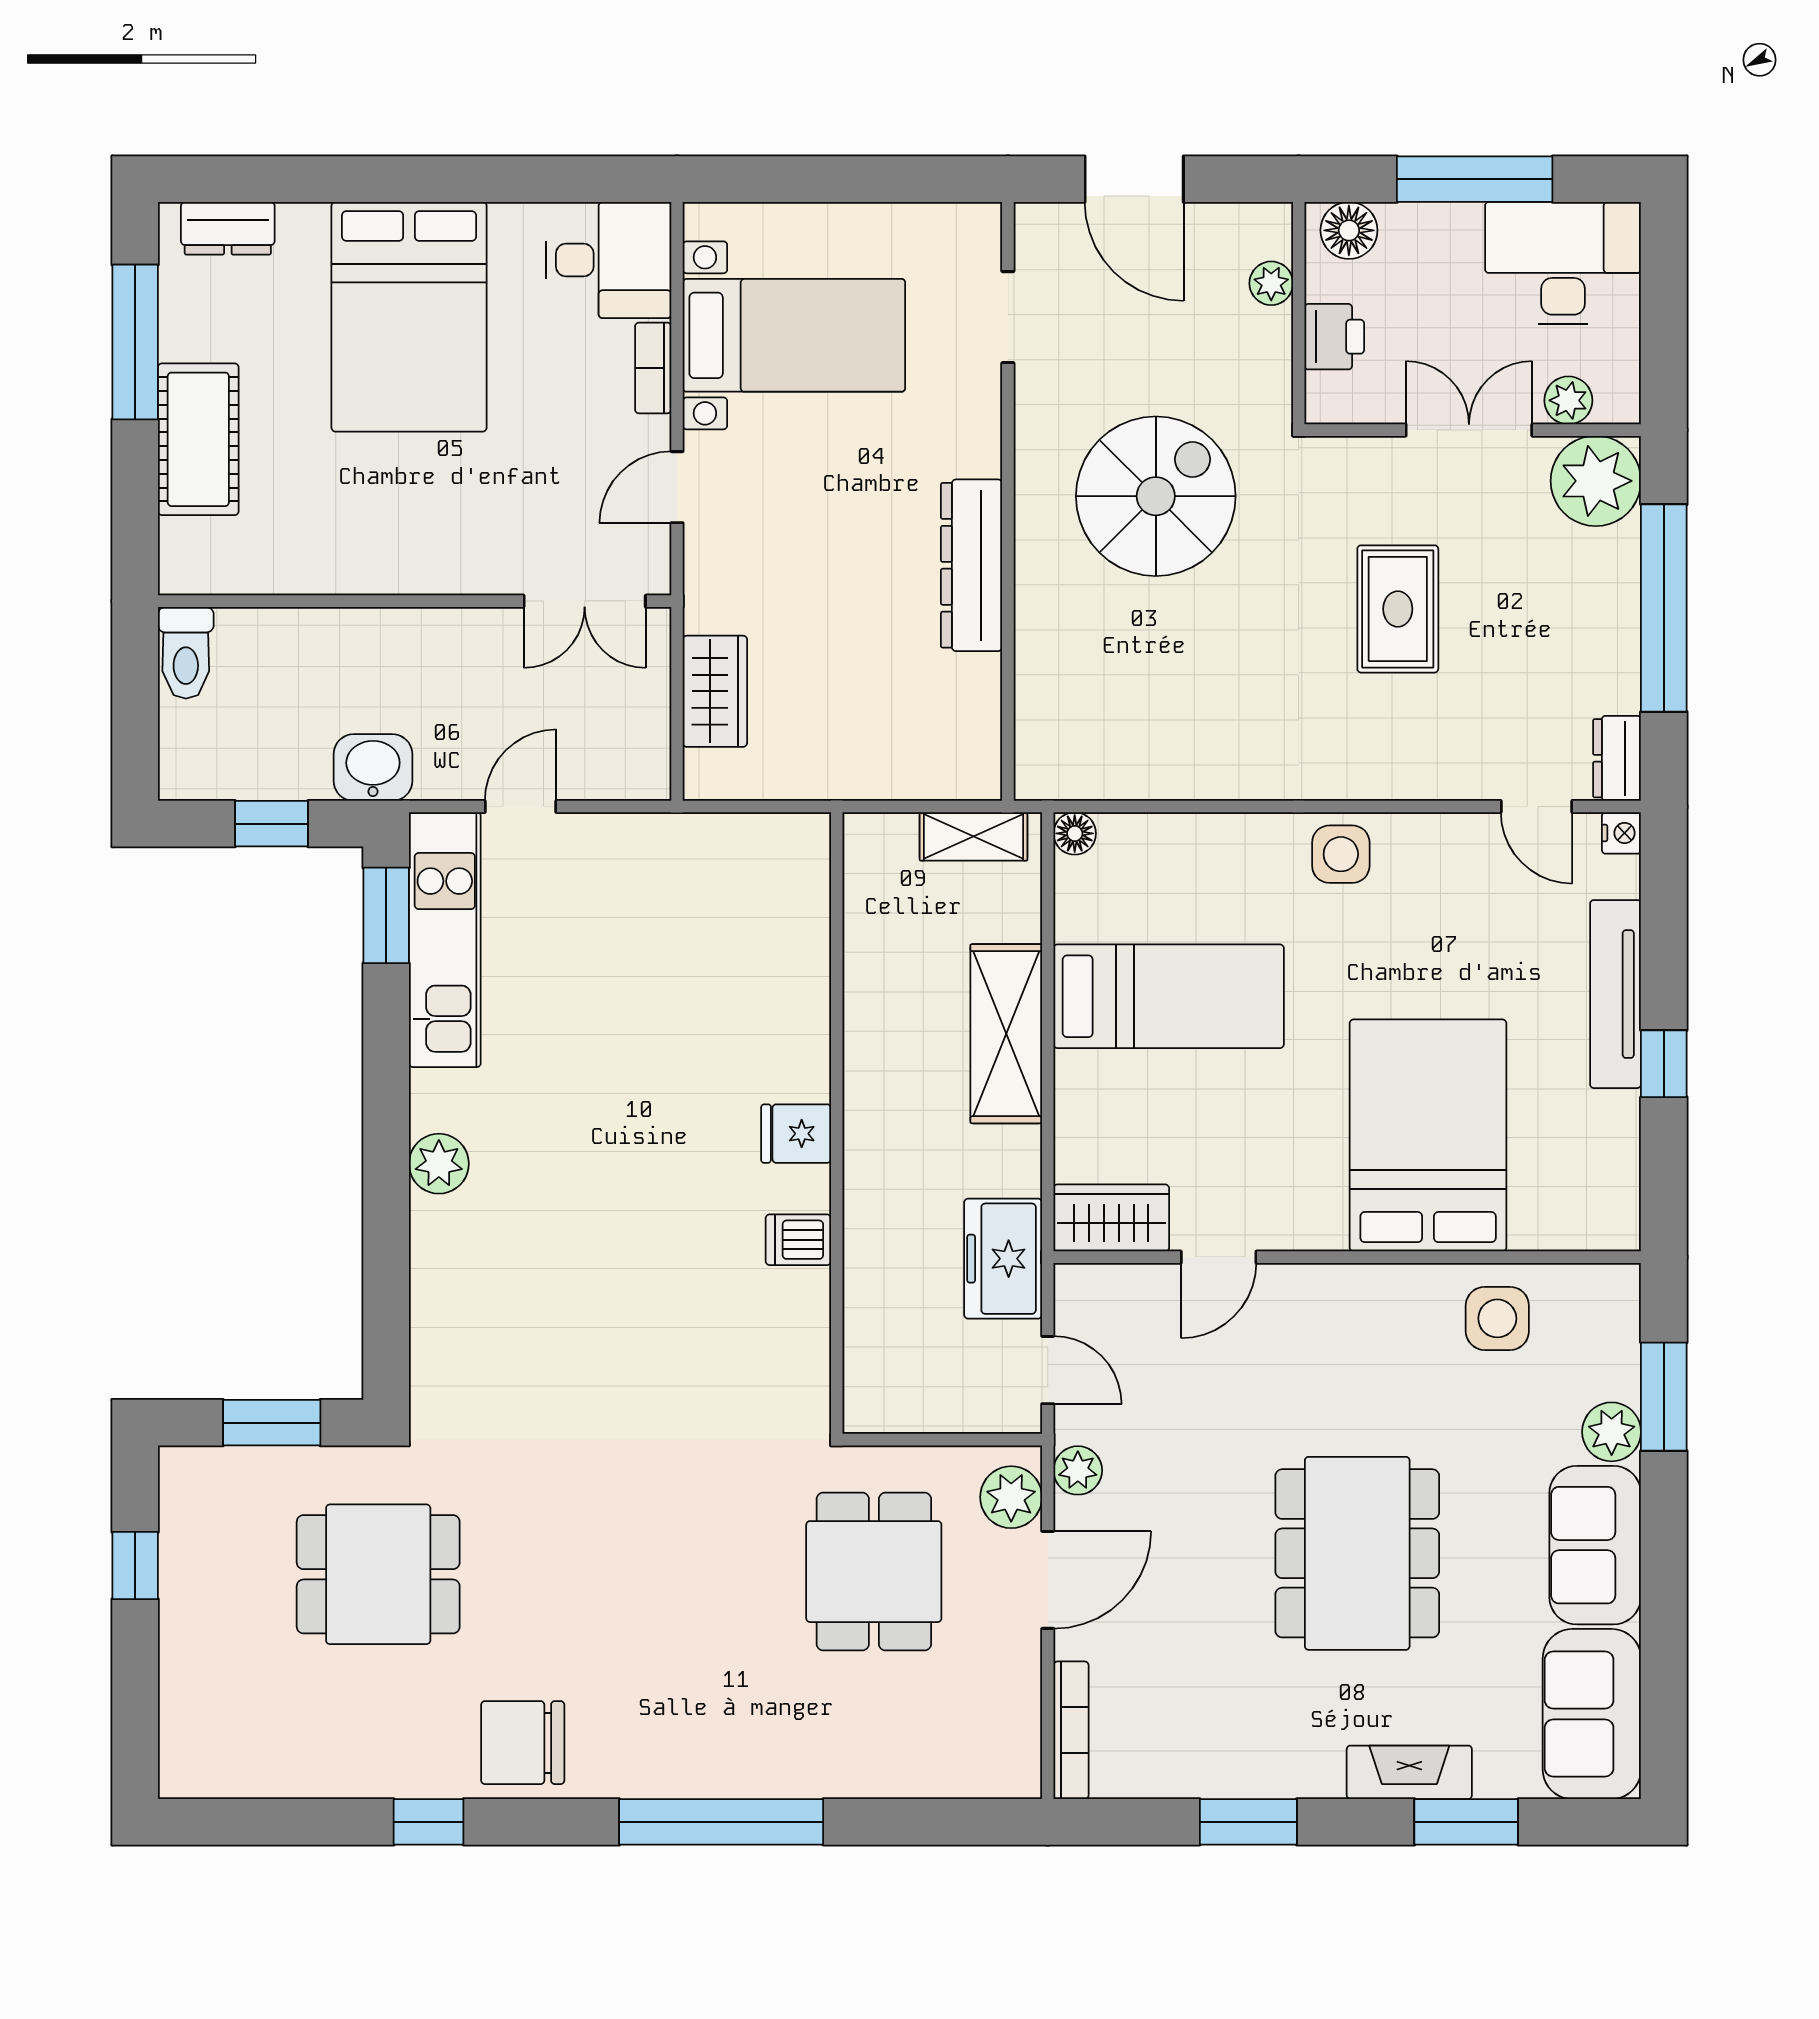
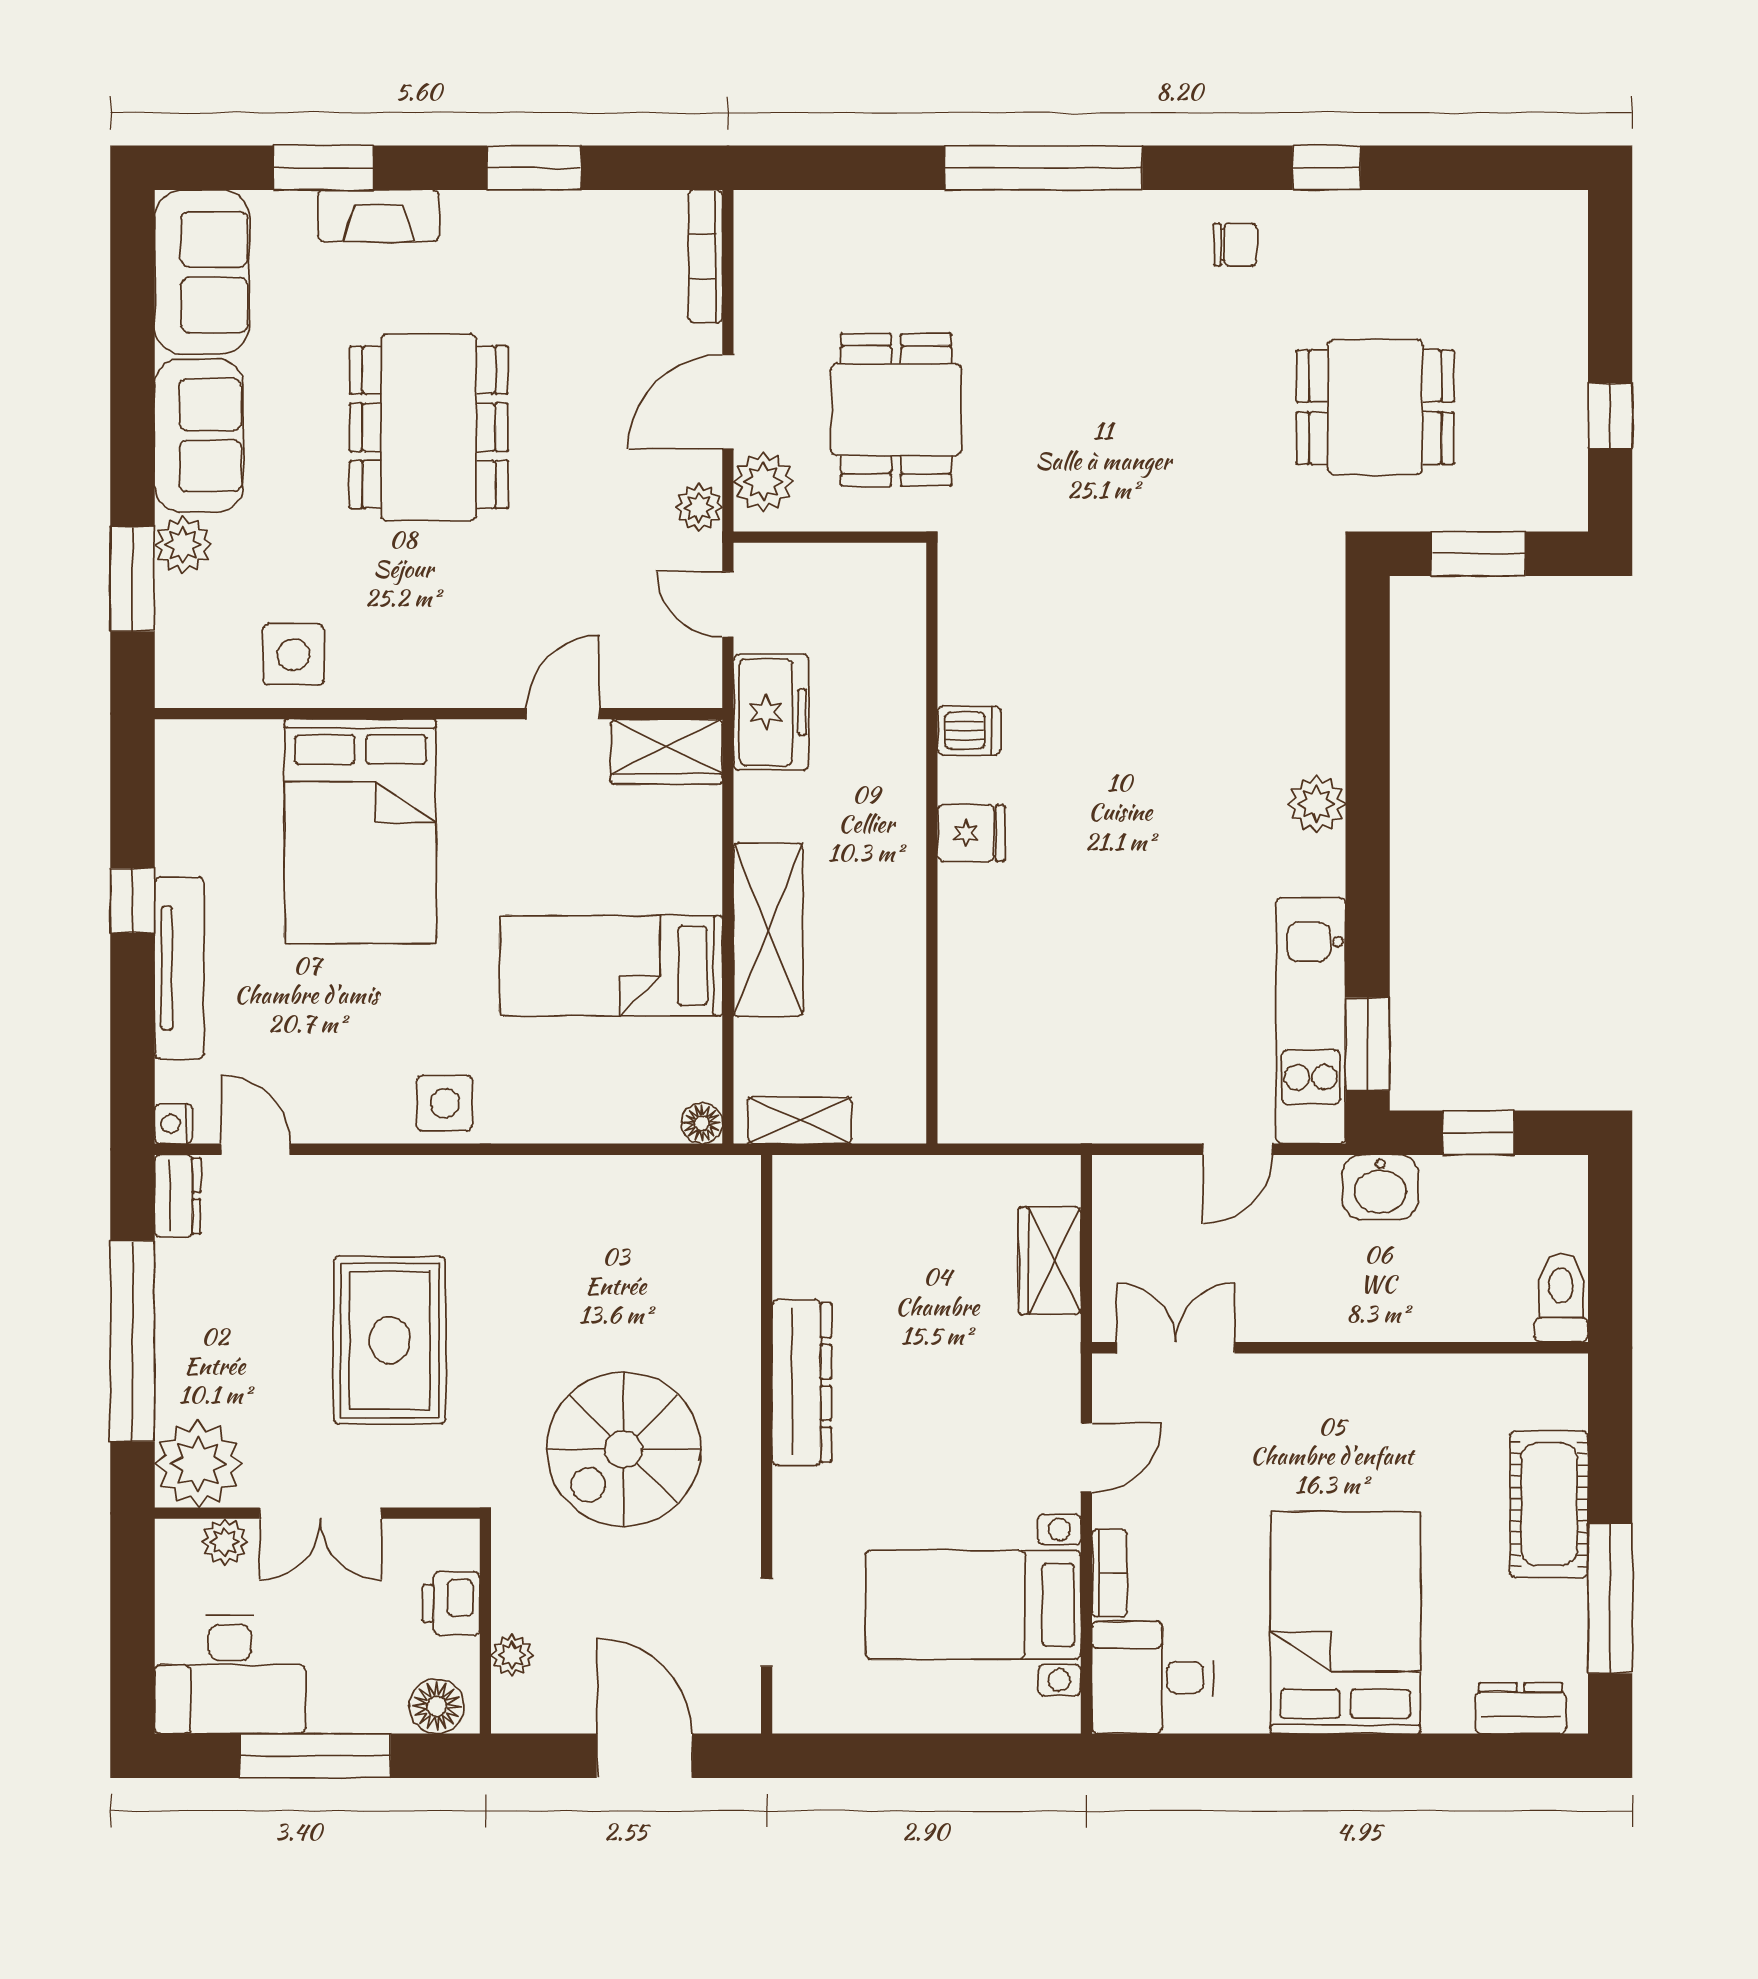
rug: (1398, 609) -> (390, 1340), width x1.36, depth x1.43
chair: (523, 1743) -> (1235, 244), width x0.54, depth x0.54

